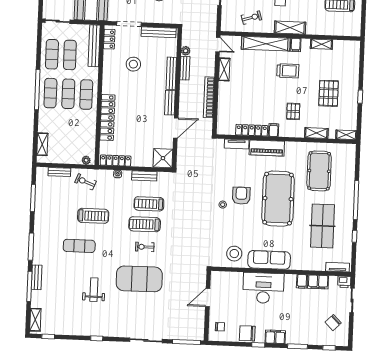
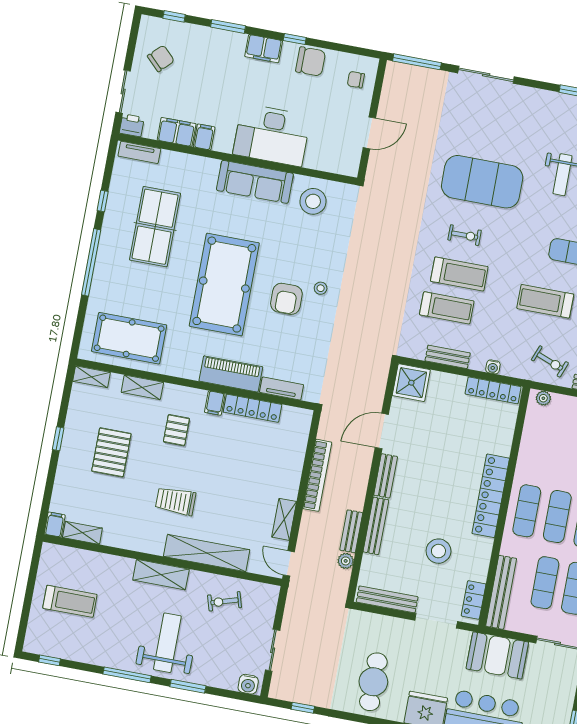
shelving: (321, 44) -> (82, 533), moved
filing cabinet: (296, 45) -> (55, 525), moved
locker: (107, 117) -> (491, 496), moved
pool table: (319, 171) -> (129, 338), moved, turned 90

